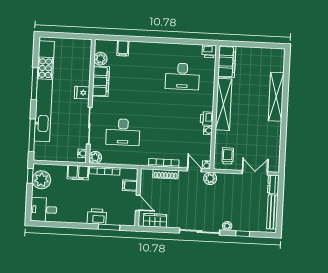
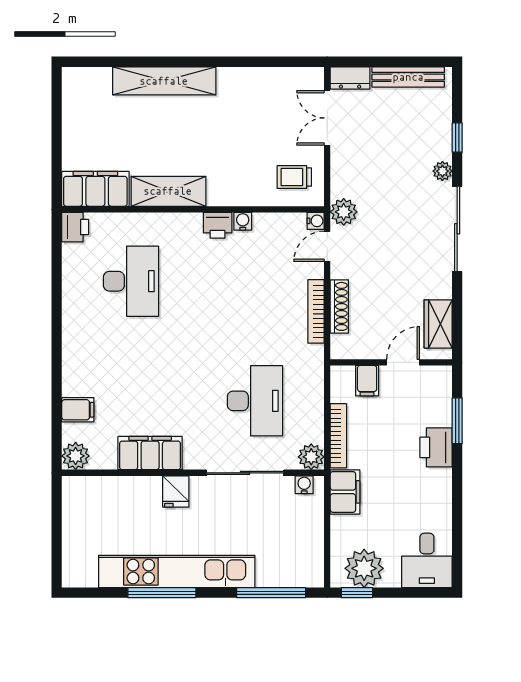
plant: (100, 59) -> (76, 456), moved
kitchen unit: (44, 91) -> (177, 572), width x0.73
shelving: (223, 104) -> (168, 191), width x0.68

